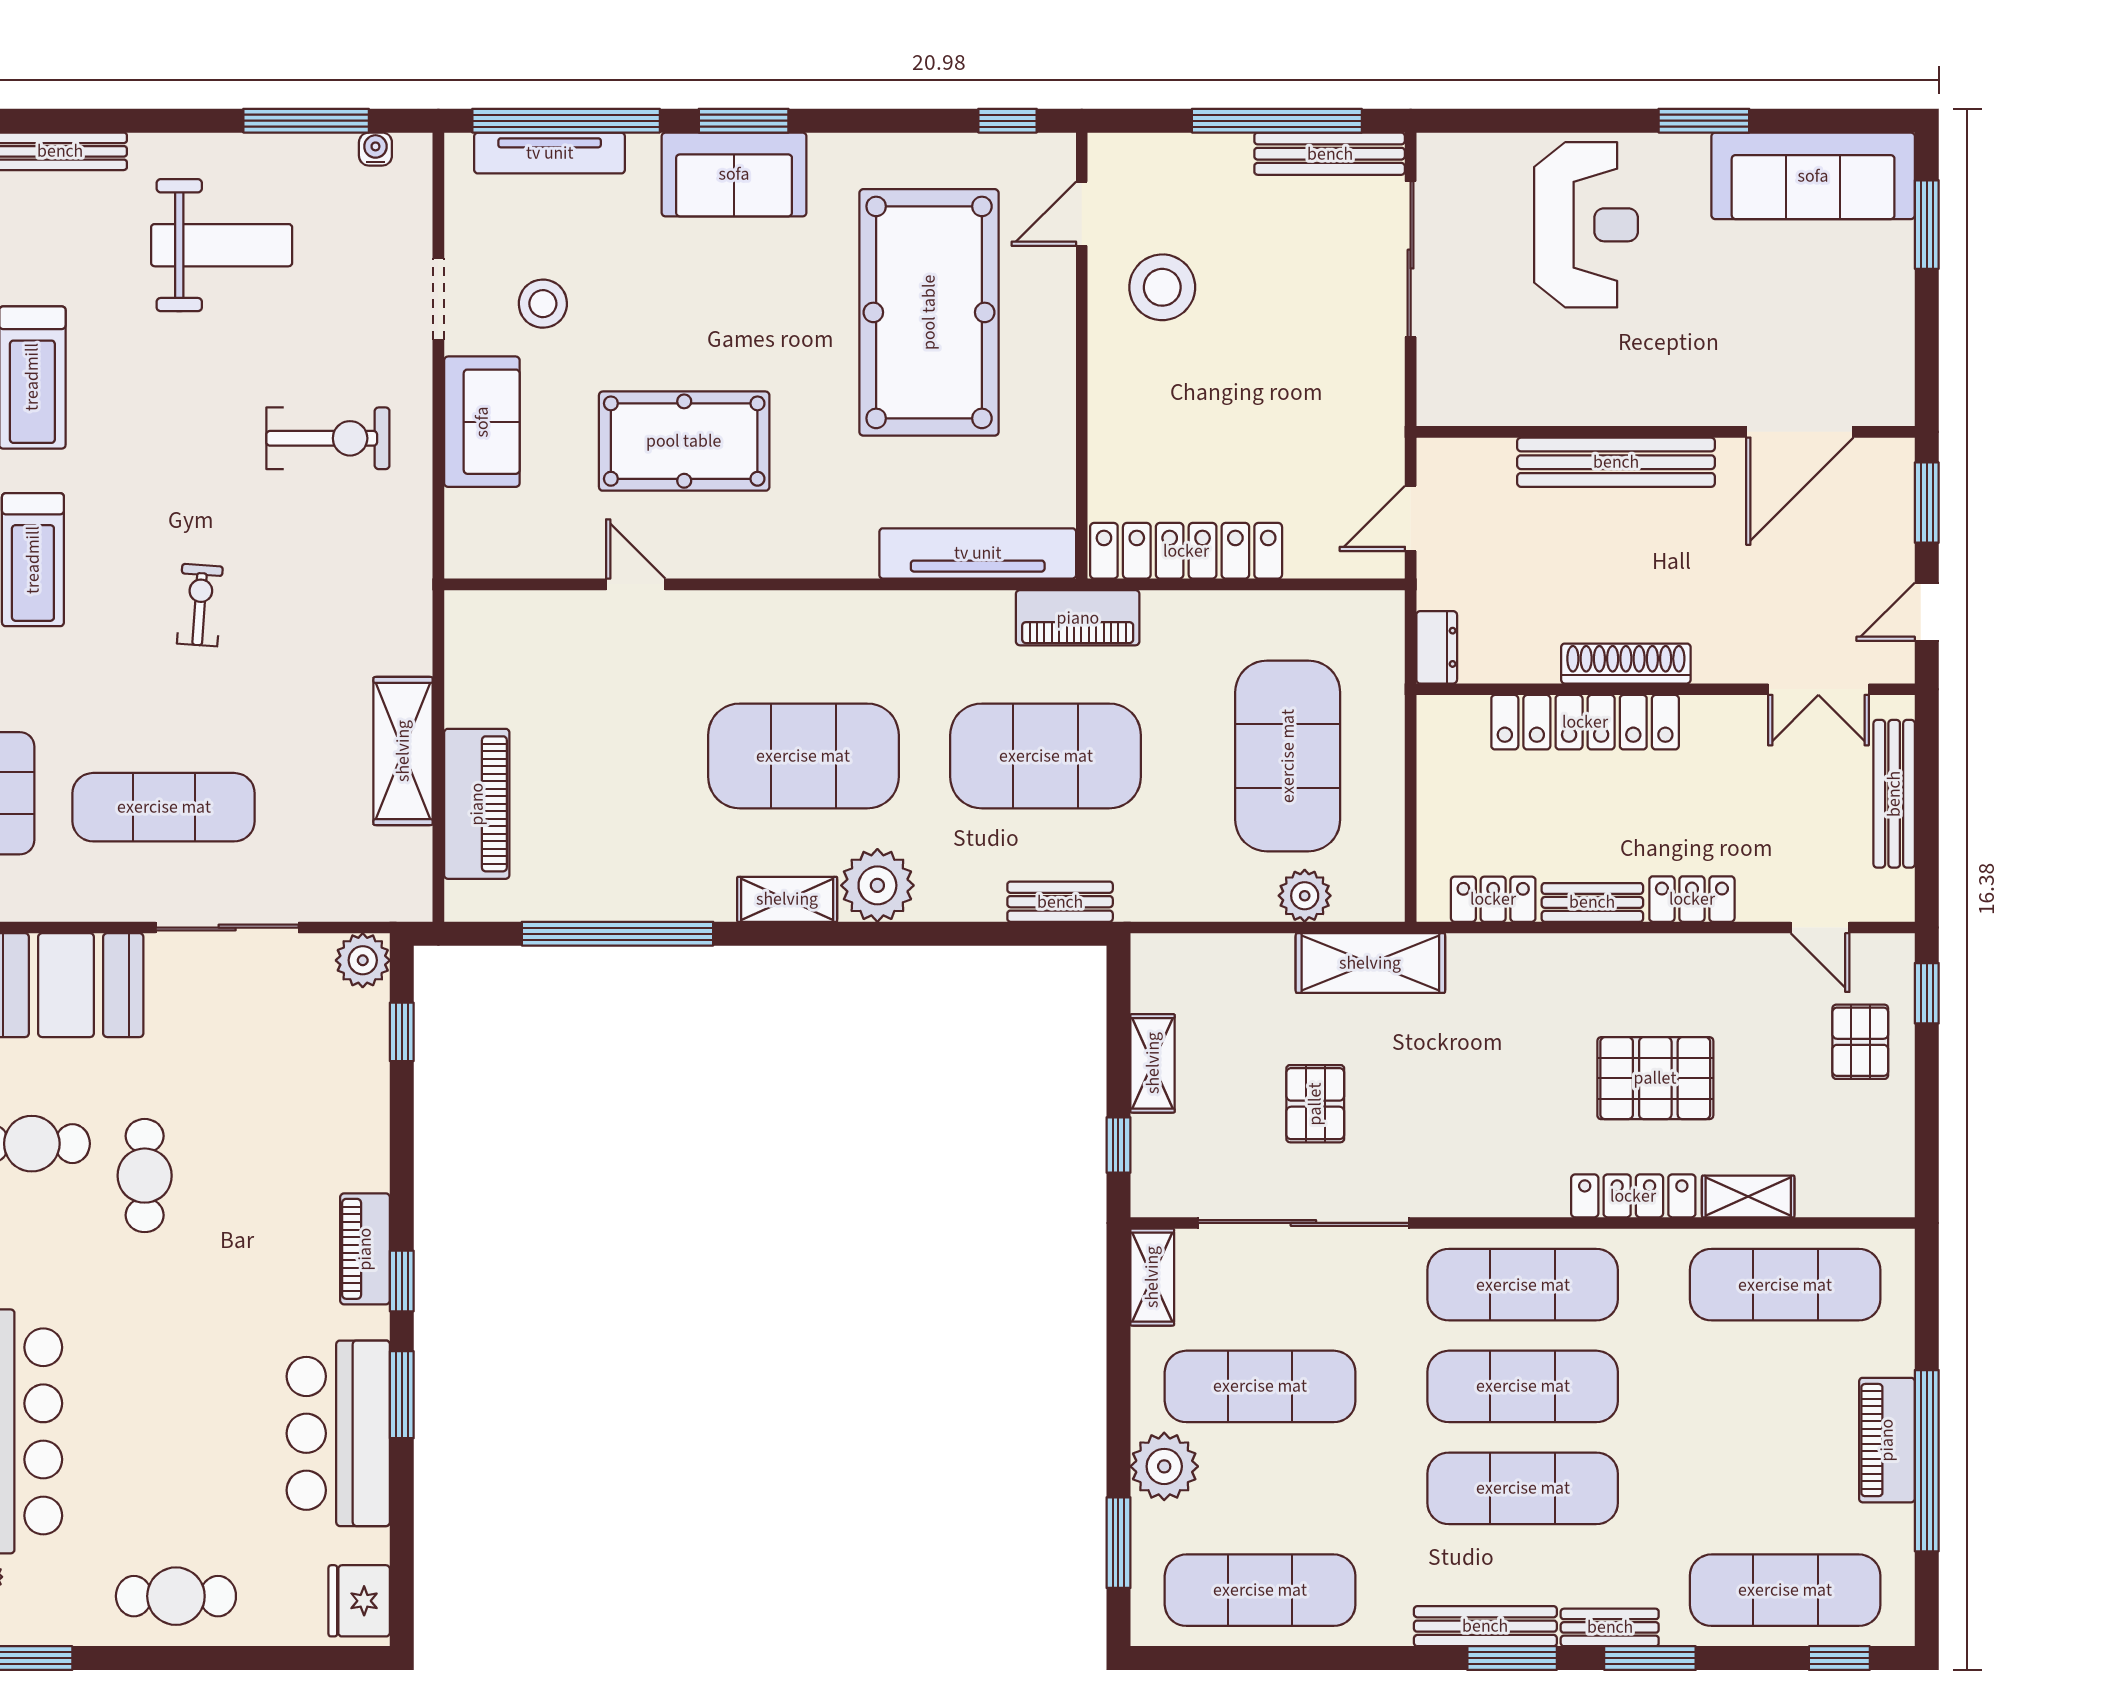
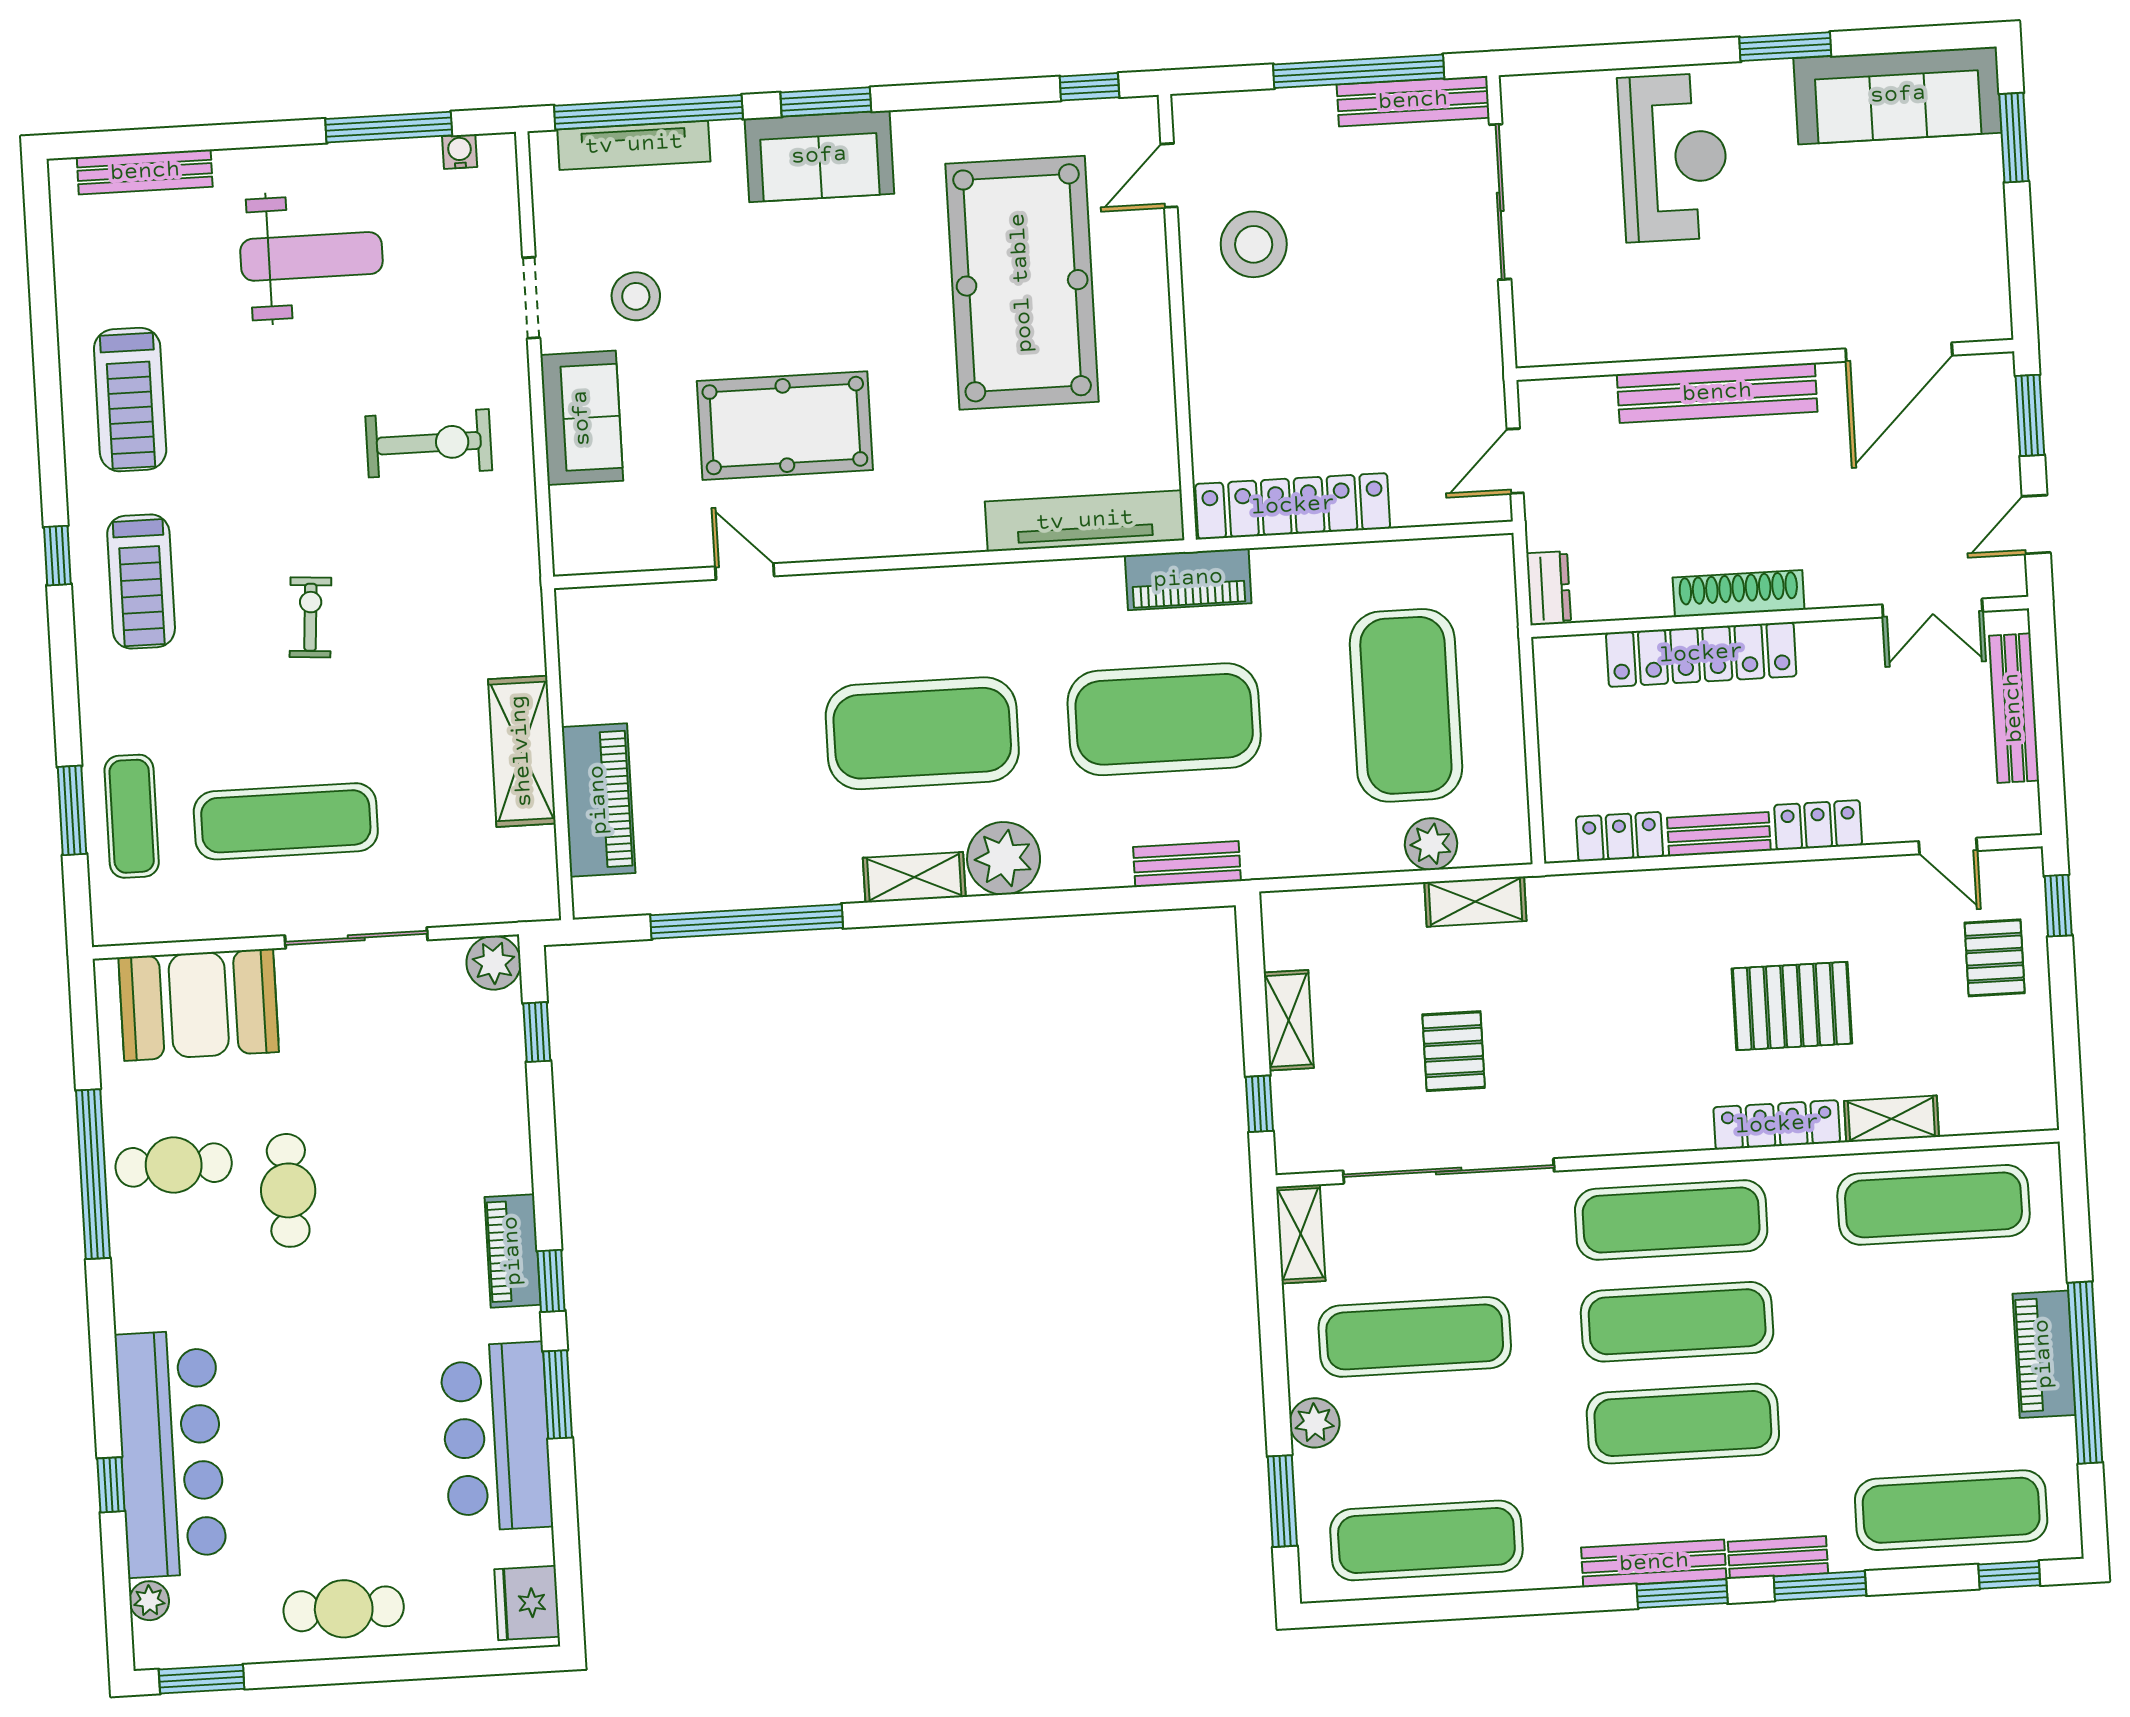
shelving: (1370, 963) -> (1475, 902), width x0.67, depth x0.75
plant: (1164, 1466) -> (1315, 1423), width x0.73, depth x0.73

